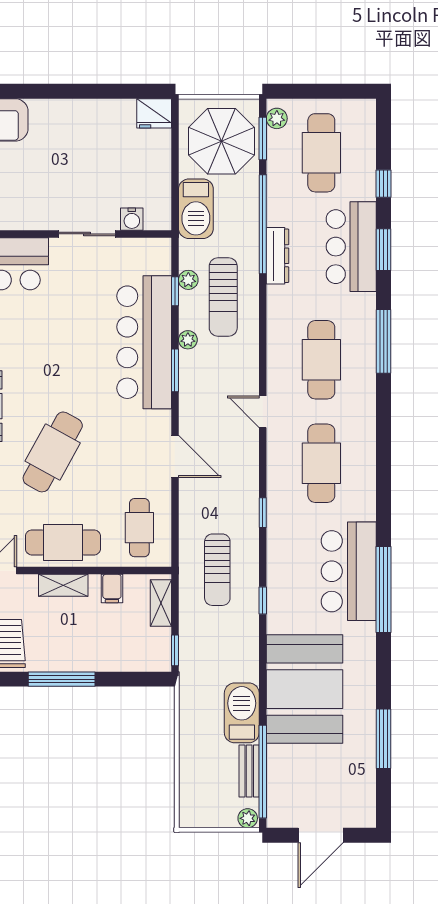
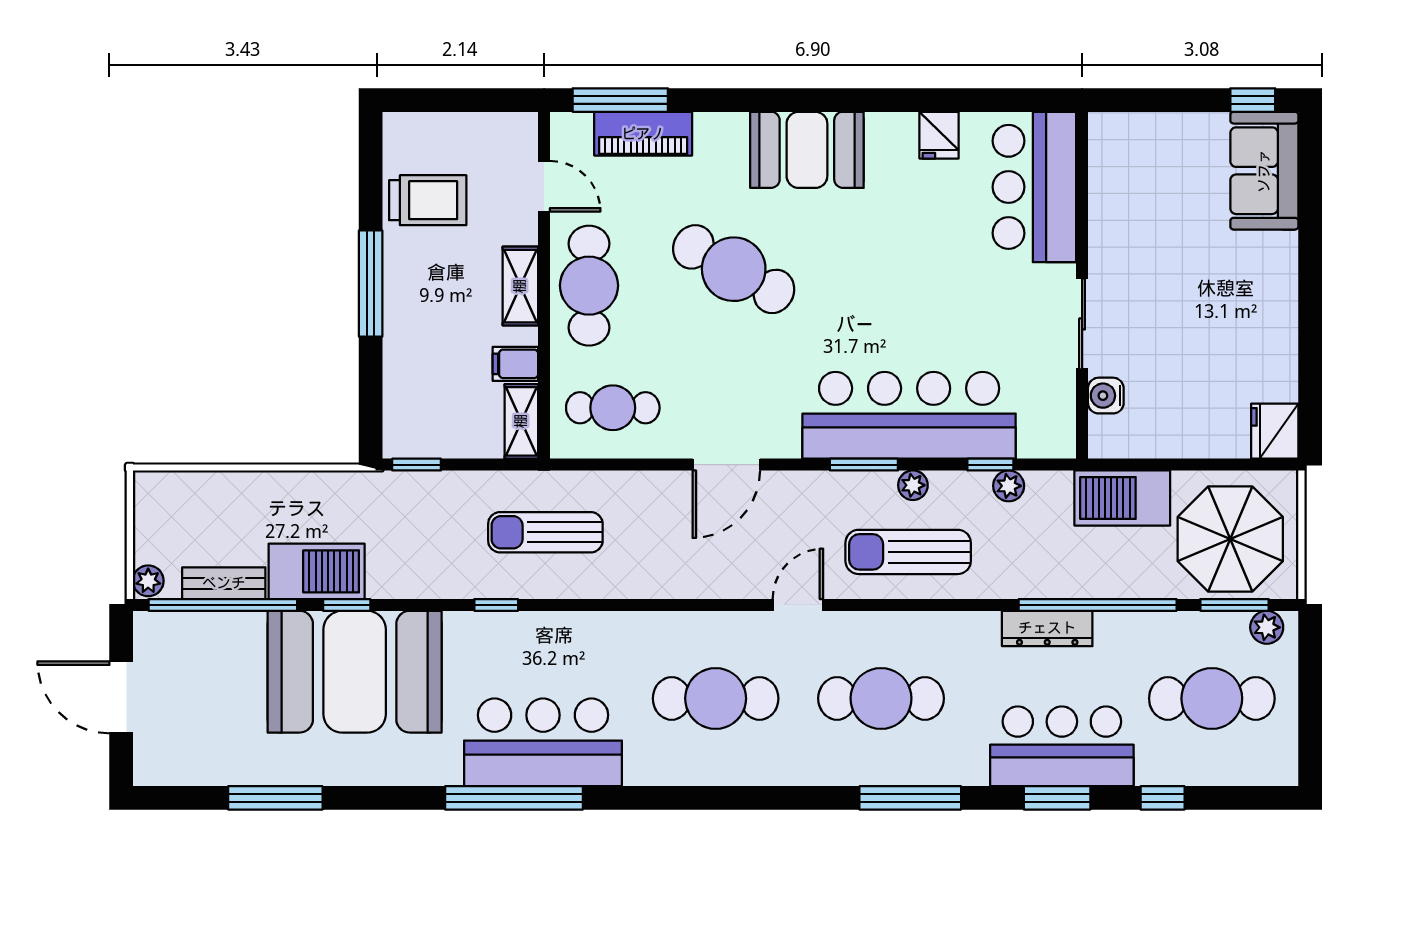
sun lounger: (223, 297) -> (908, 552), moved
window: (263, 513) -> (347, 605), moved
shelving: (161, 603) -> (521, 421), moved, turned 90

